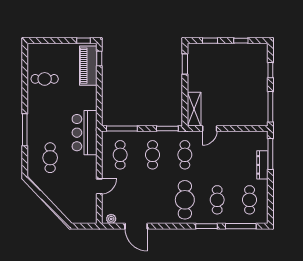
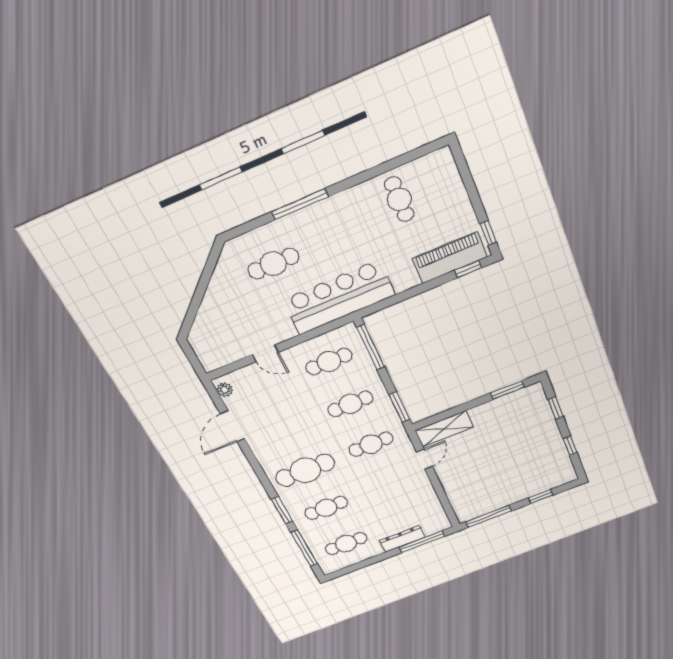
door: (210, 129) -> (424, 459), swing flipped
bar counter: (85, 133) -> (339, 297), width x1.36

